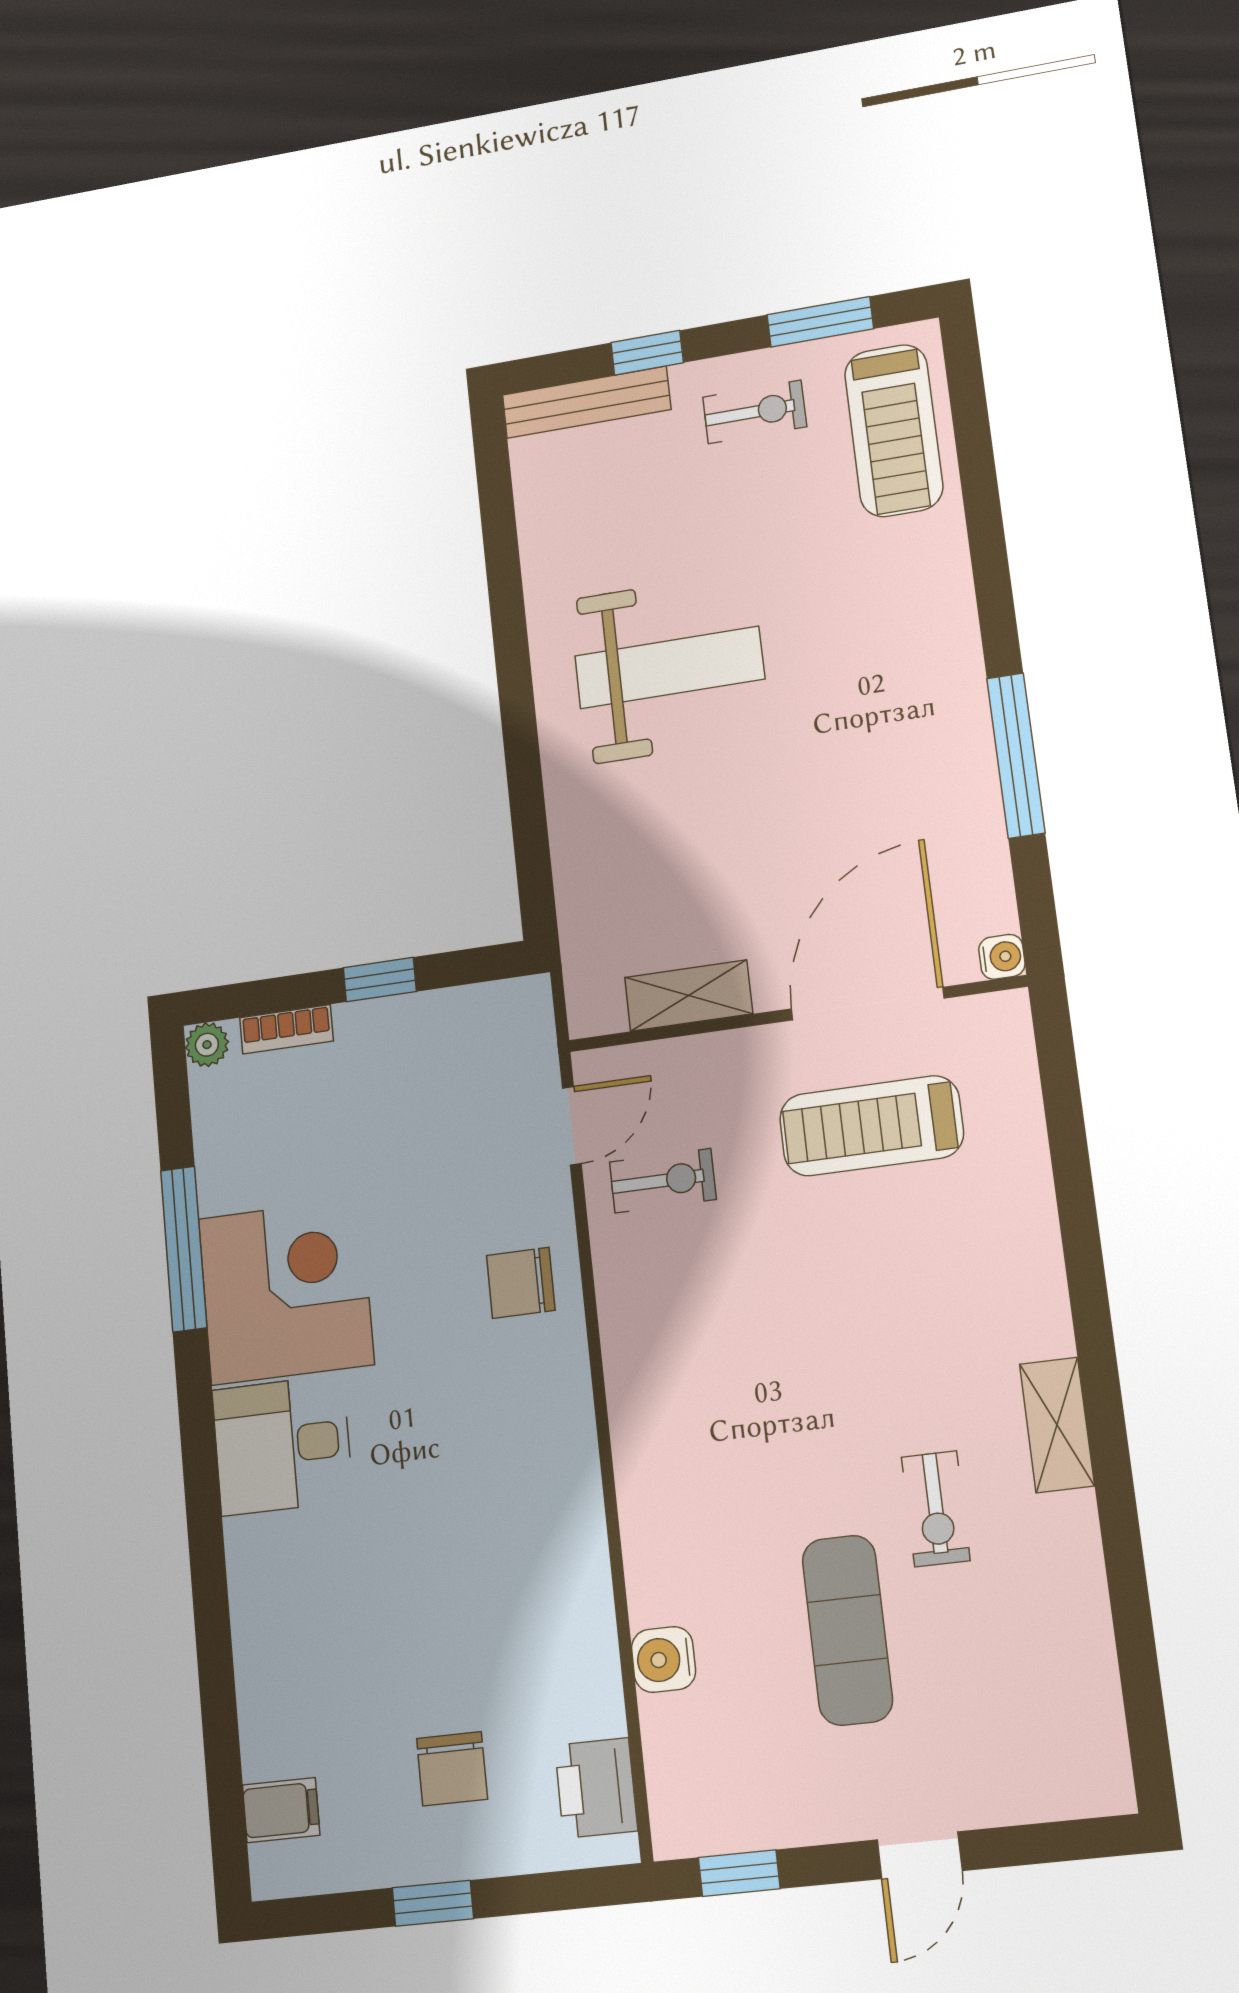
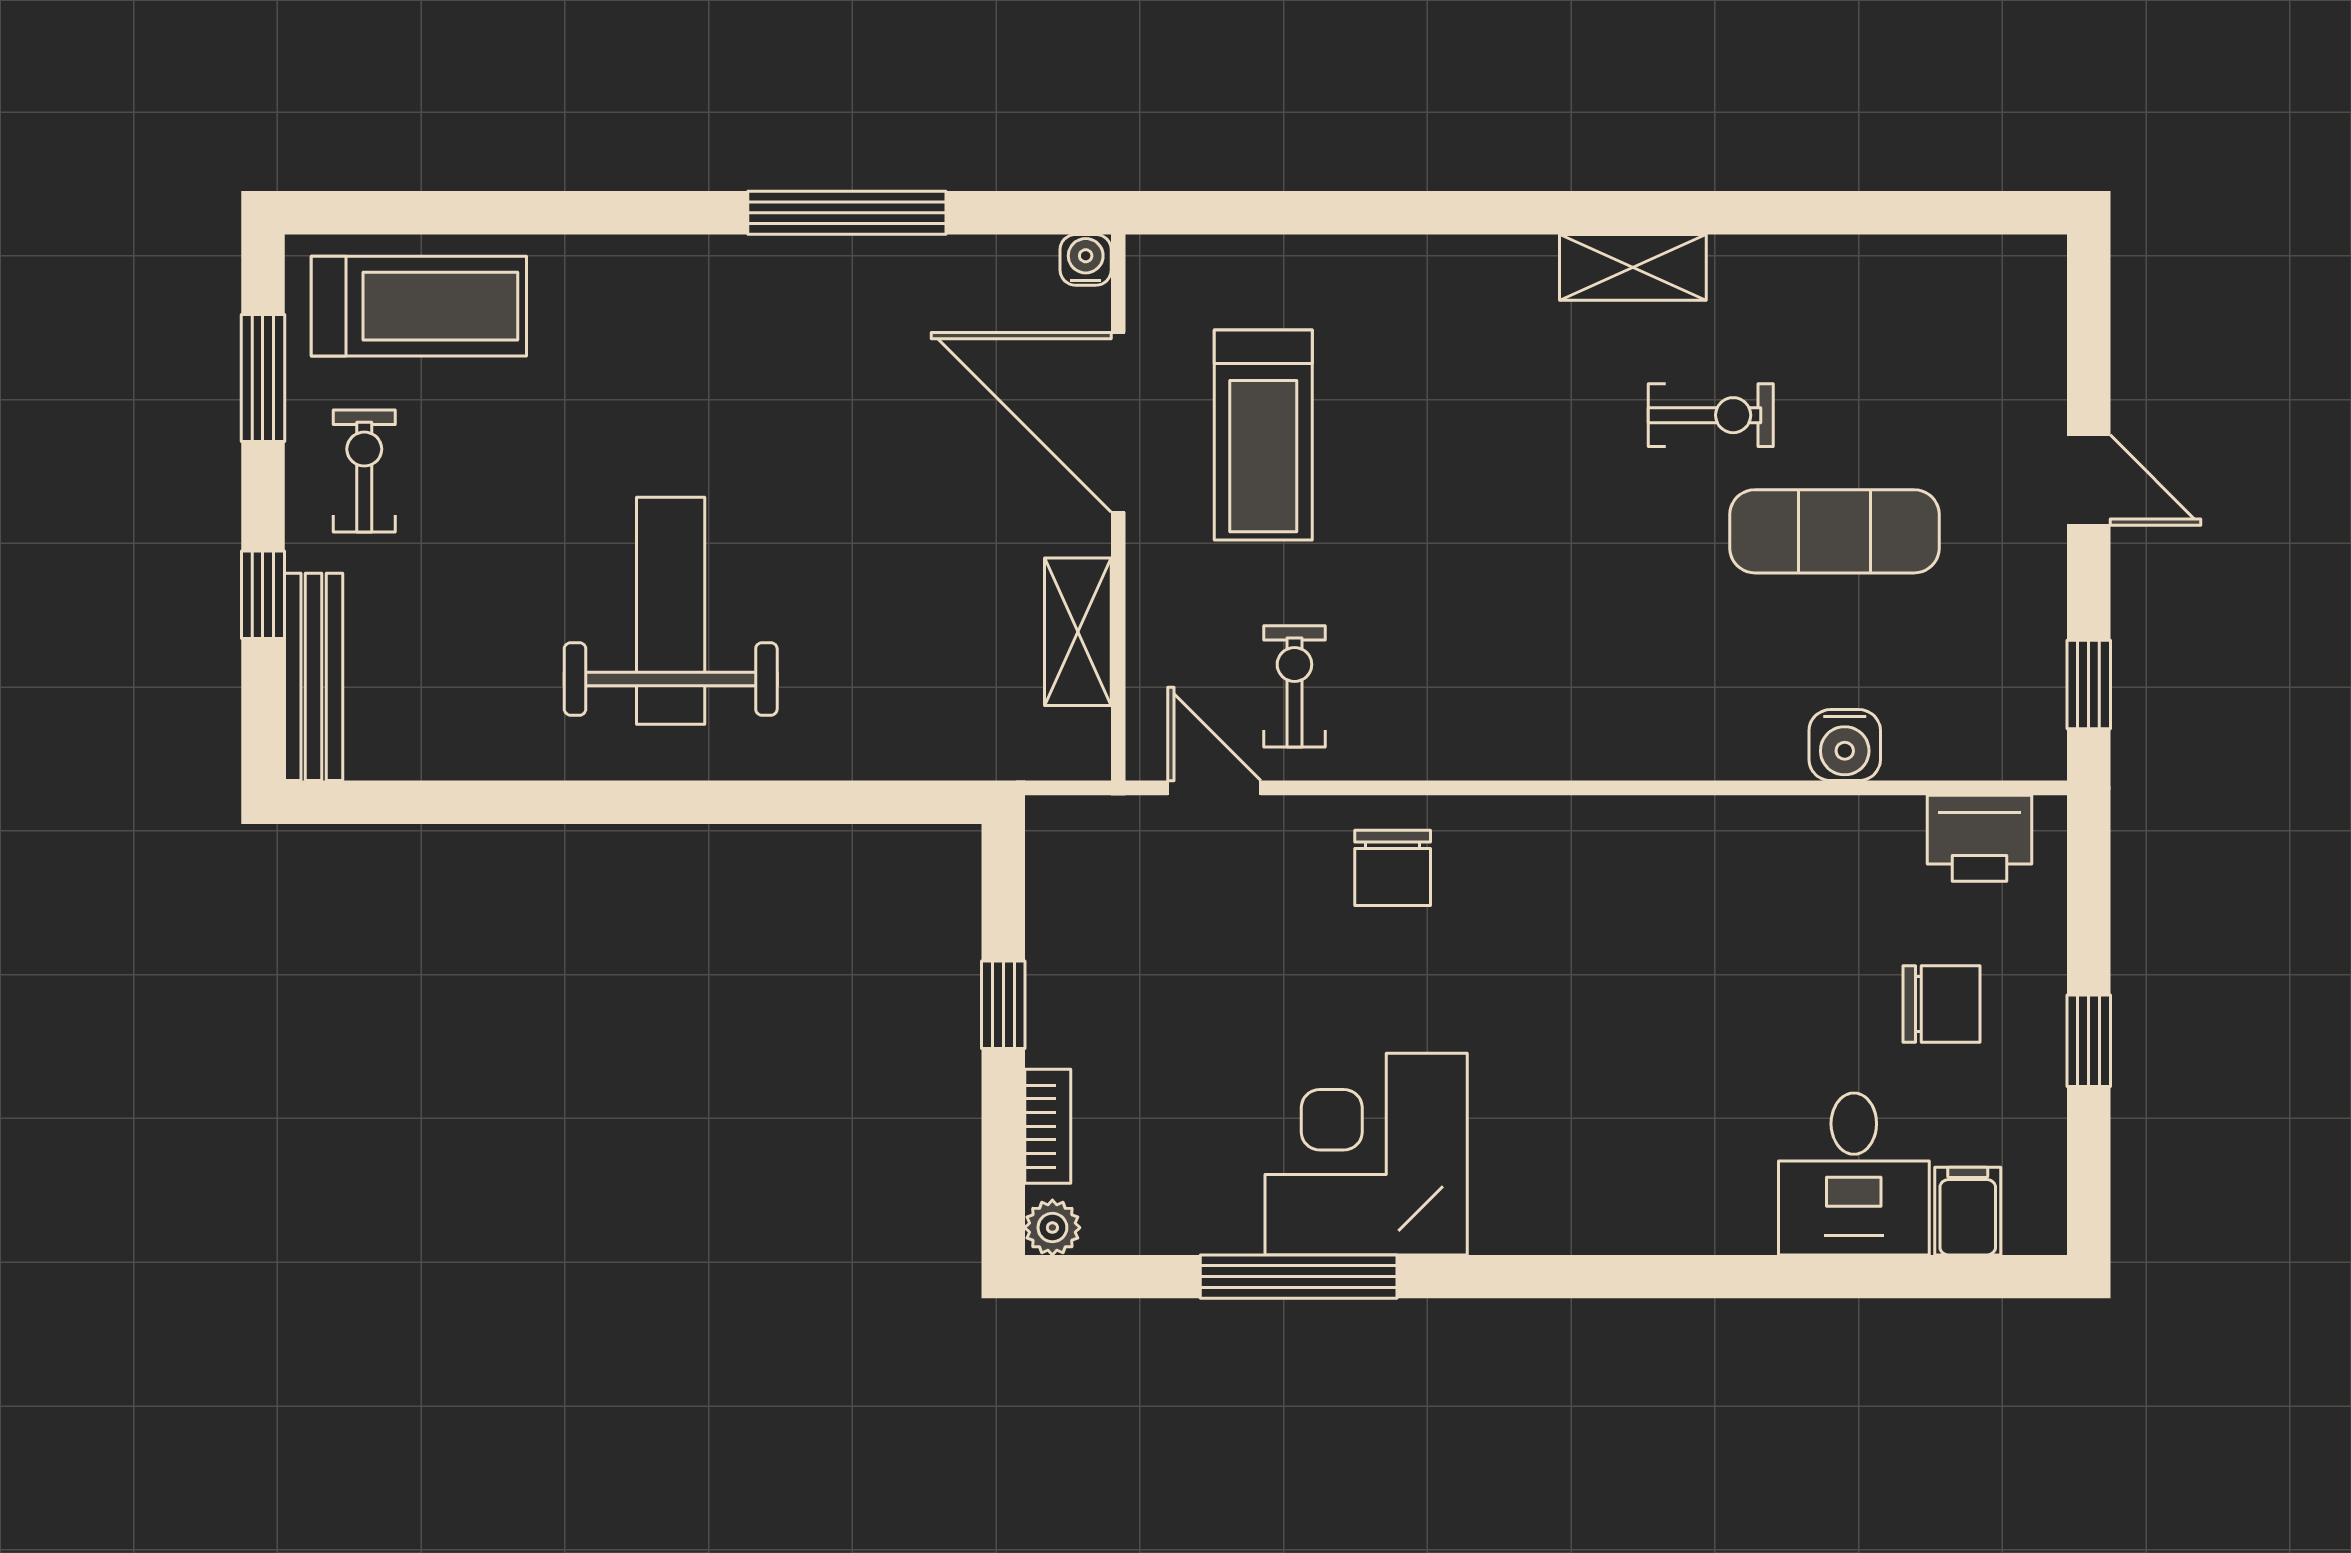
desk: (282, 1445) -> (1854, 1174), moved

